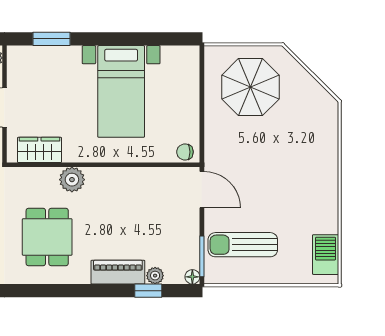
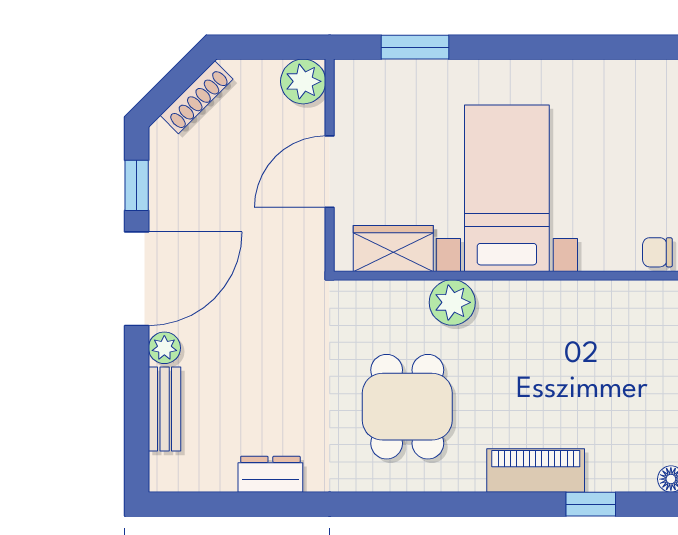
bed with nightstands: (121, 91) -> (507, 188), moved, turned 180
plant: (155, 276) -> (603, 477), removed

